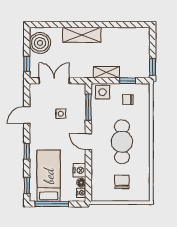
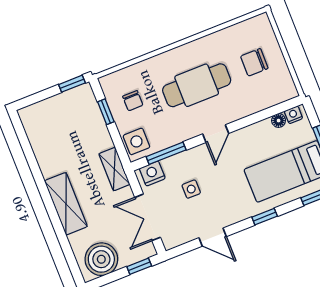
shelving: (106, 72) -> (114, 169), moved
nightstand: (79, 170) -> (152, 173), moved

